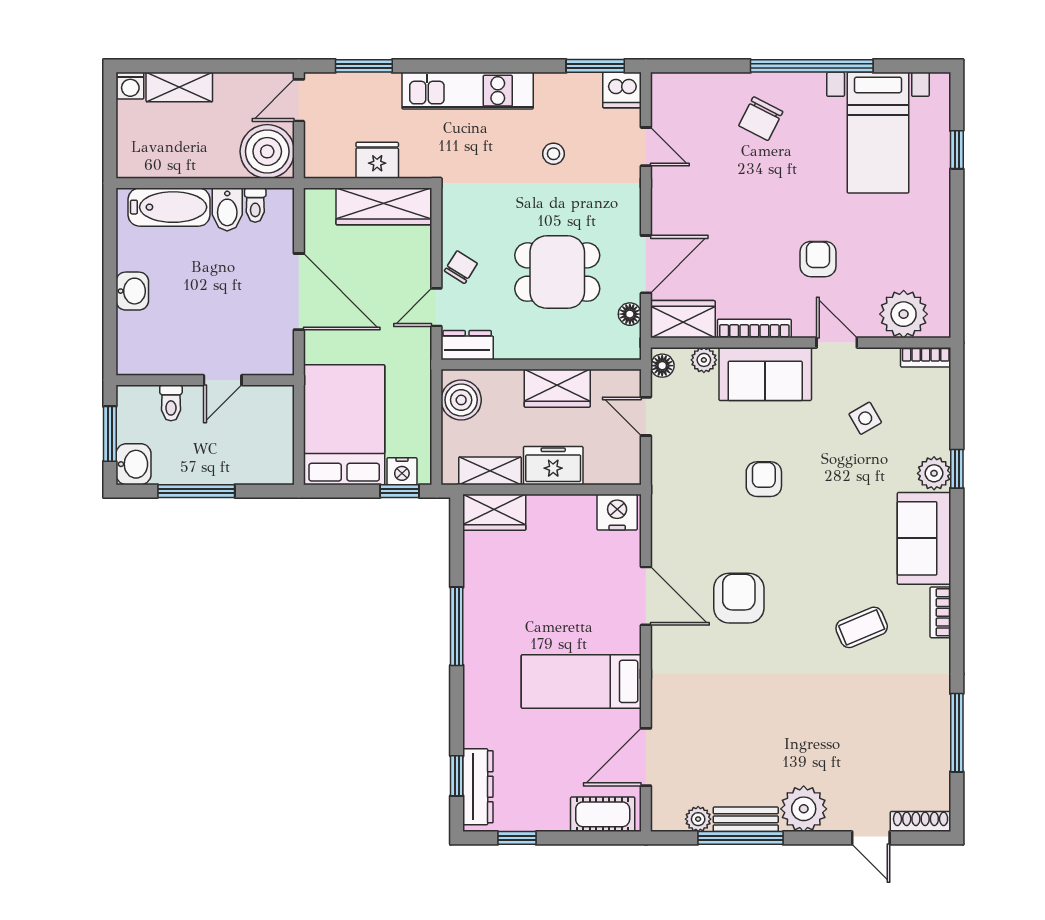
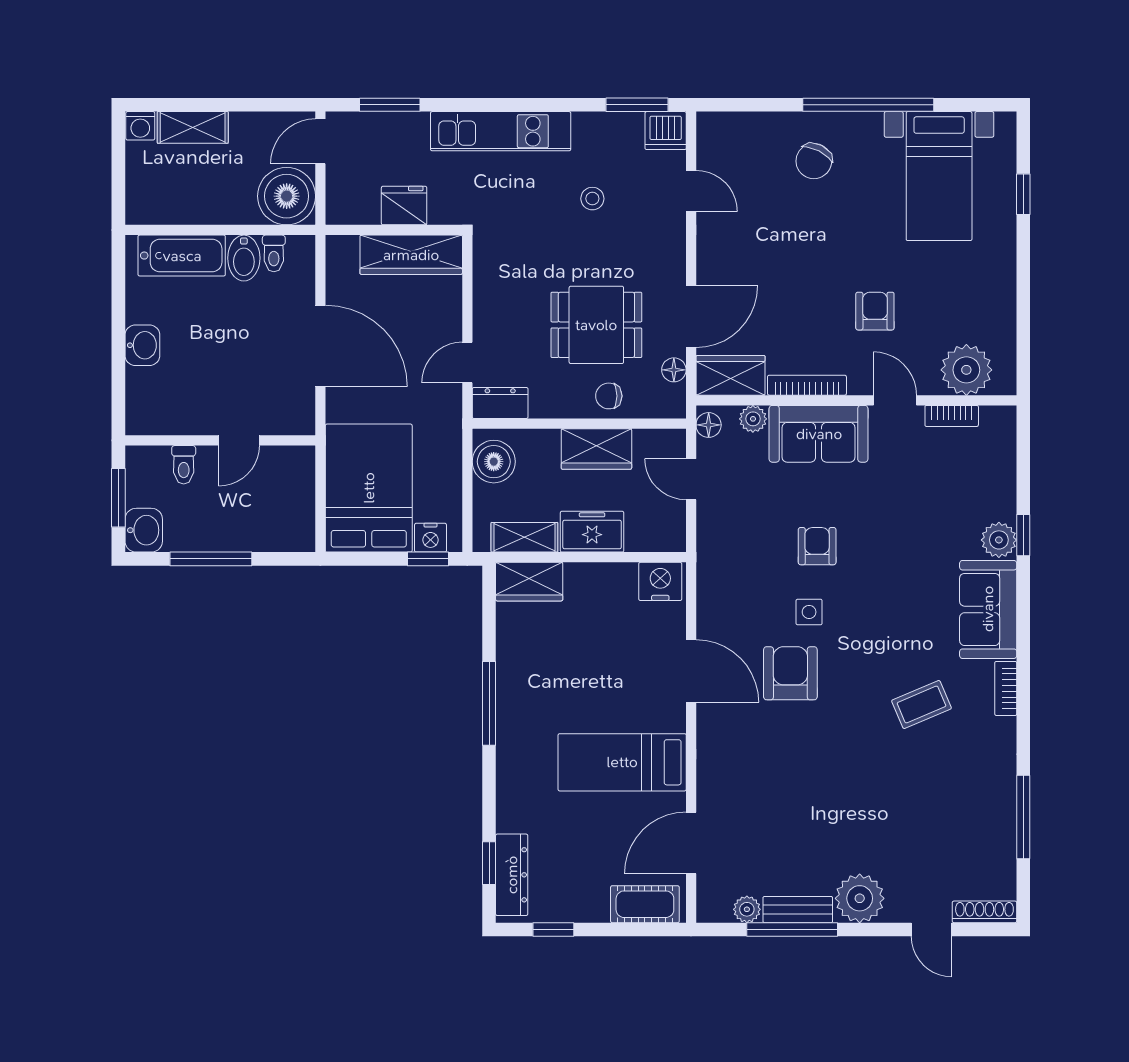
chair: (461, 267) -> (609, 396), moved, turned -122
bookcase: (926, 357) -> (952, 416), moved
side table: (865, 418) -> (809, 612), moved, turned 30

